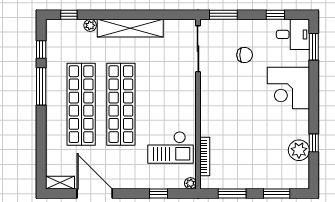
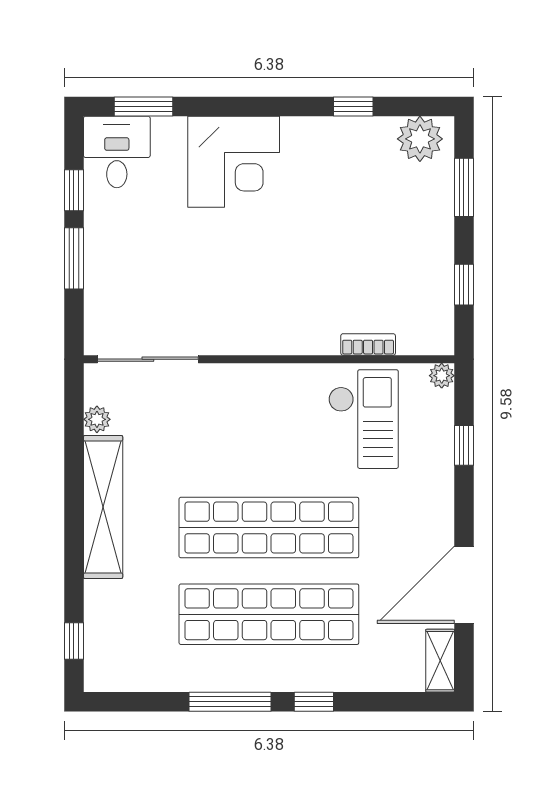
window: (223, 15) -> (74, 258), moved
plant: (90, 25) -> (97, 419), moved
window: (41, 49) -> (314, 702), moved
chair: (245, 55) -> (162, 257), removed
plant: (299, 150) -> (420, 139), moved
bookcase: (205, 157) -> (368, 344), width x0.64
window: (232, 193) -> (464, 285), width x0.67

